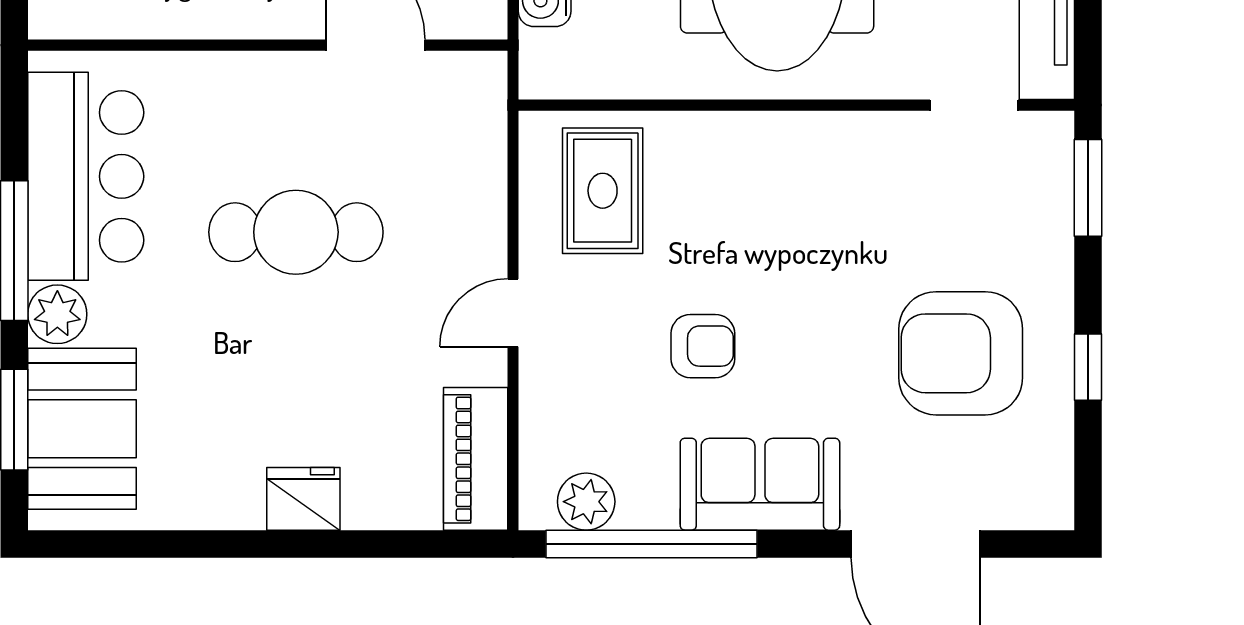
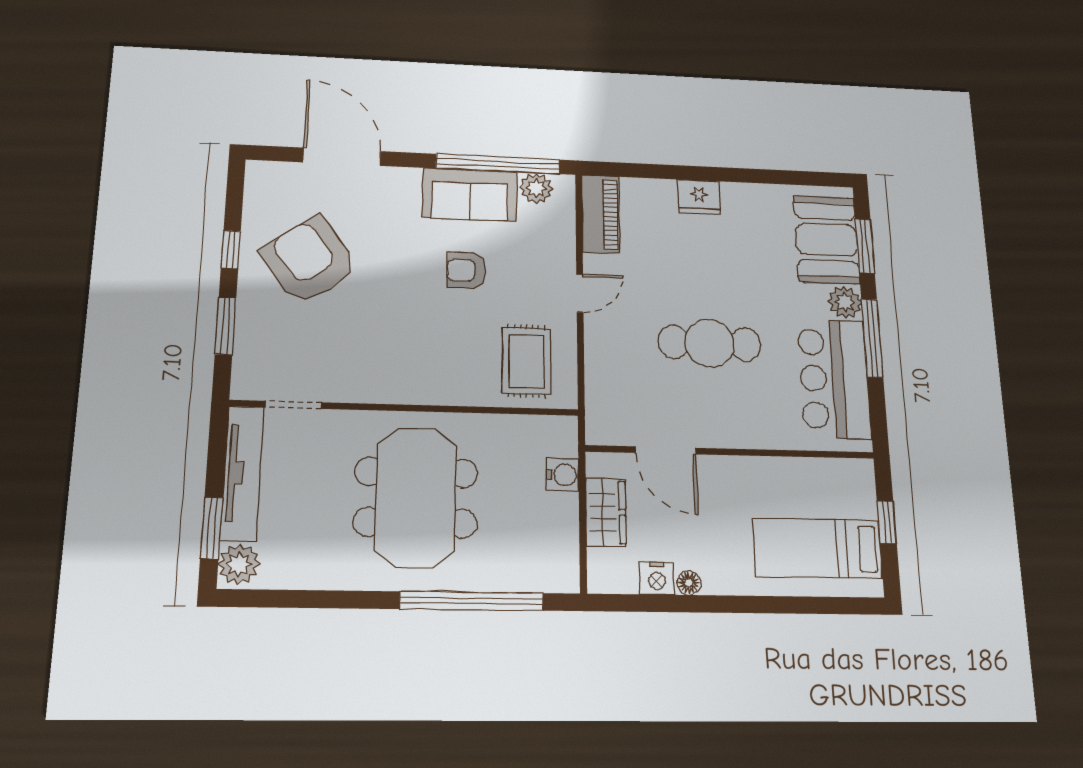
window: (1088, 188) -> (226, 326), moved
armchair: (961, 353) -> (309, 260), turned -126
sofa: (760, 484) -> (470, 195), moved

